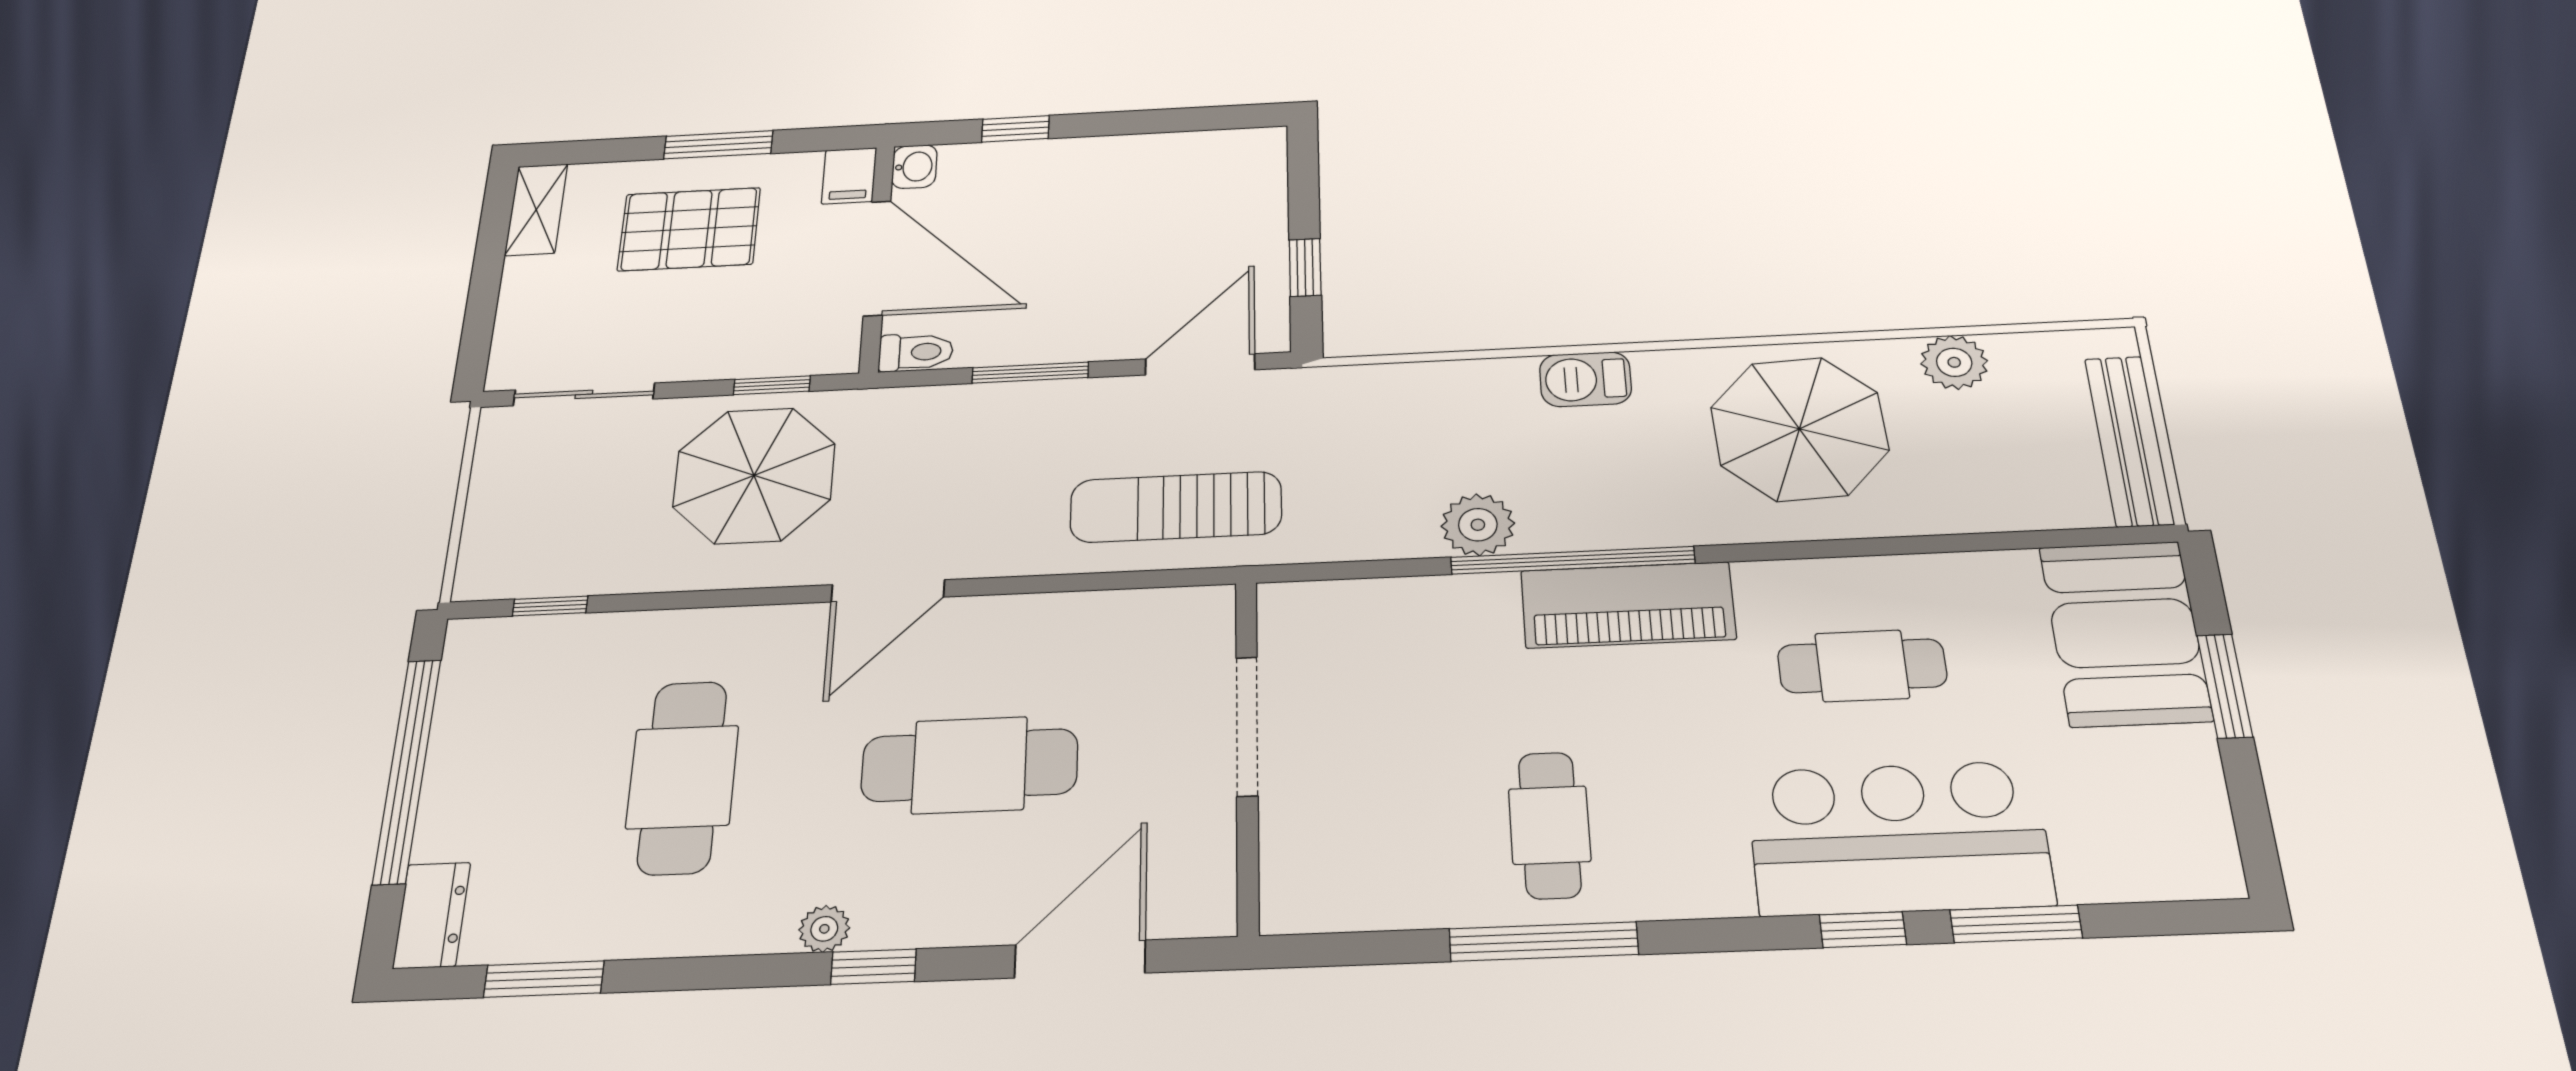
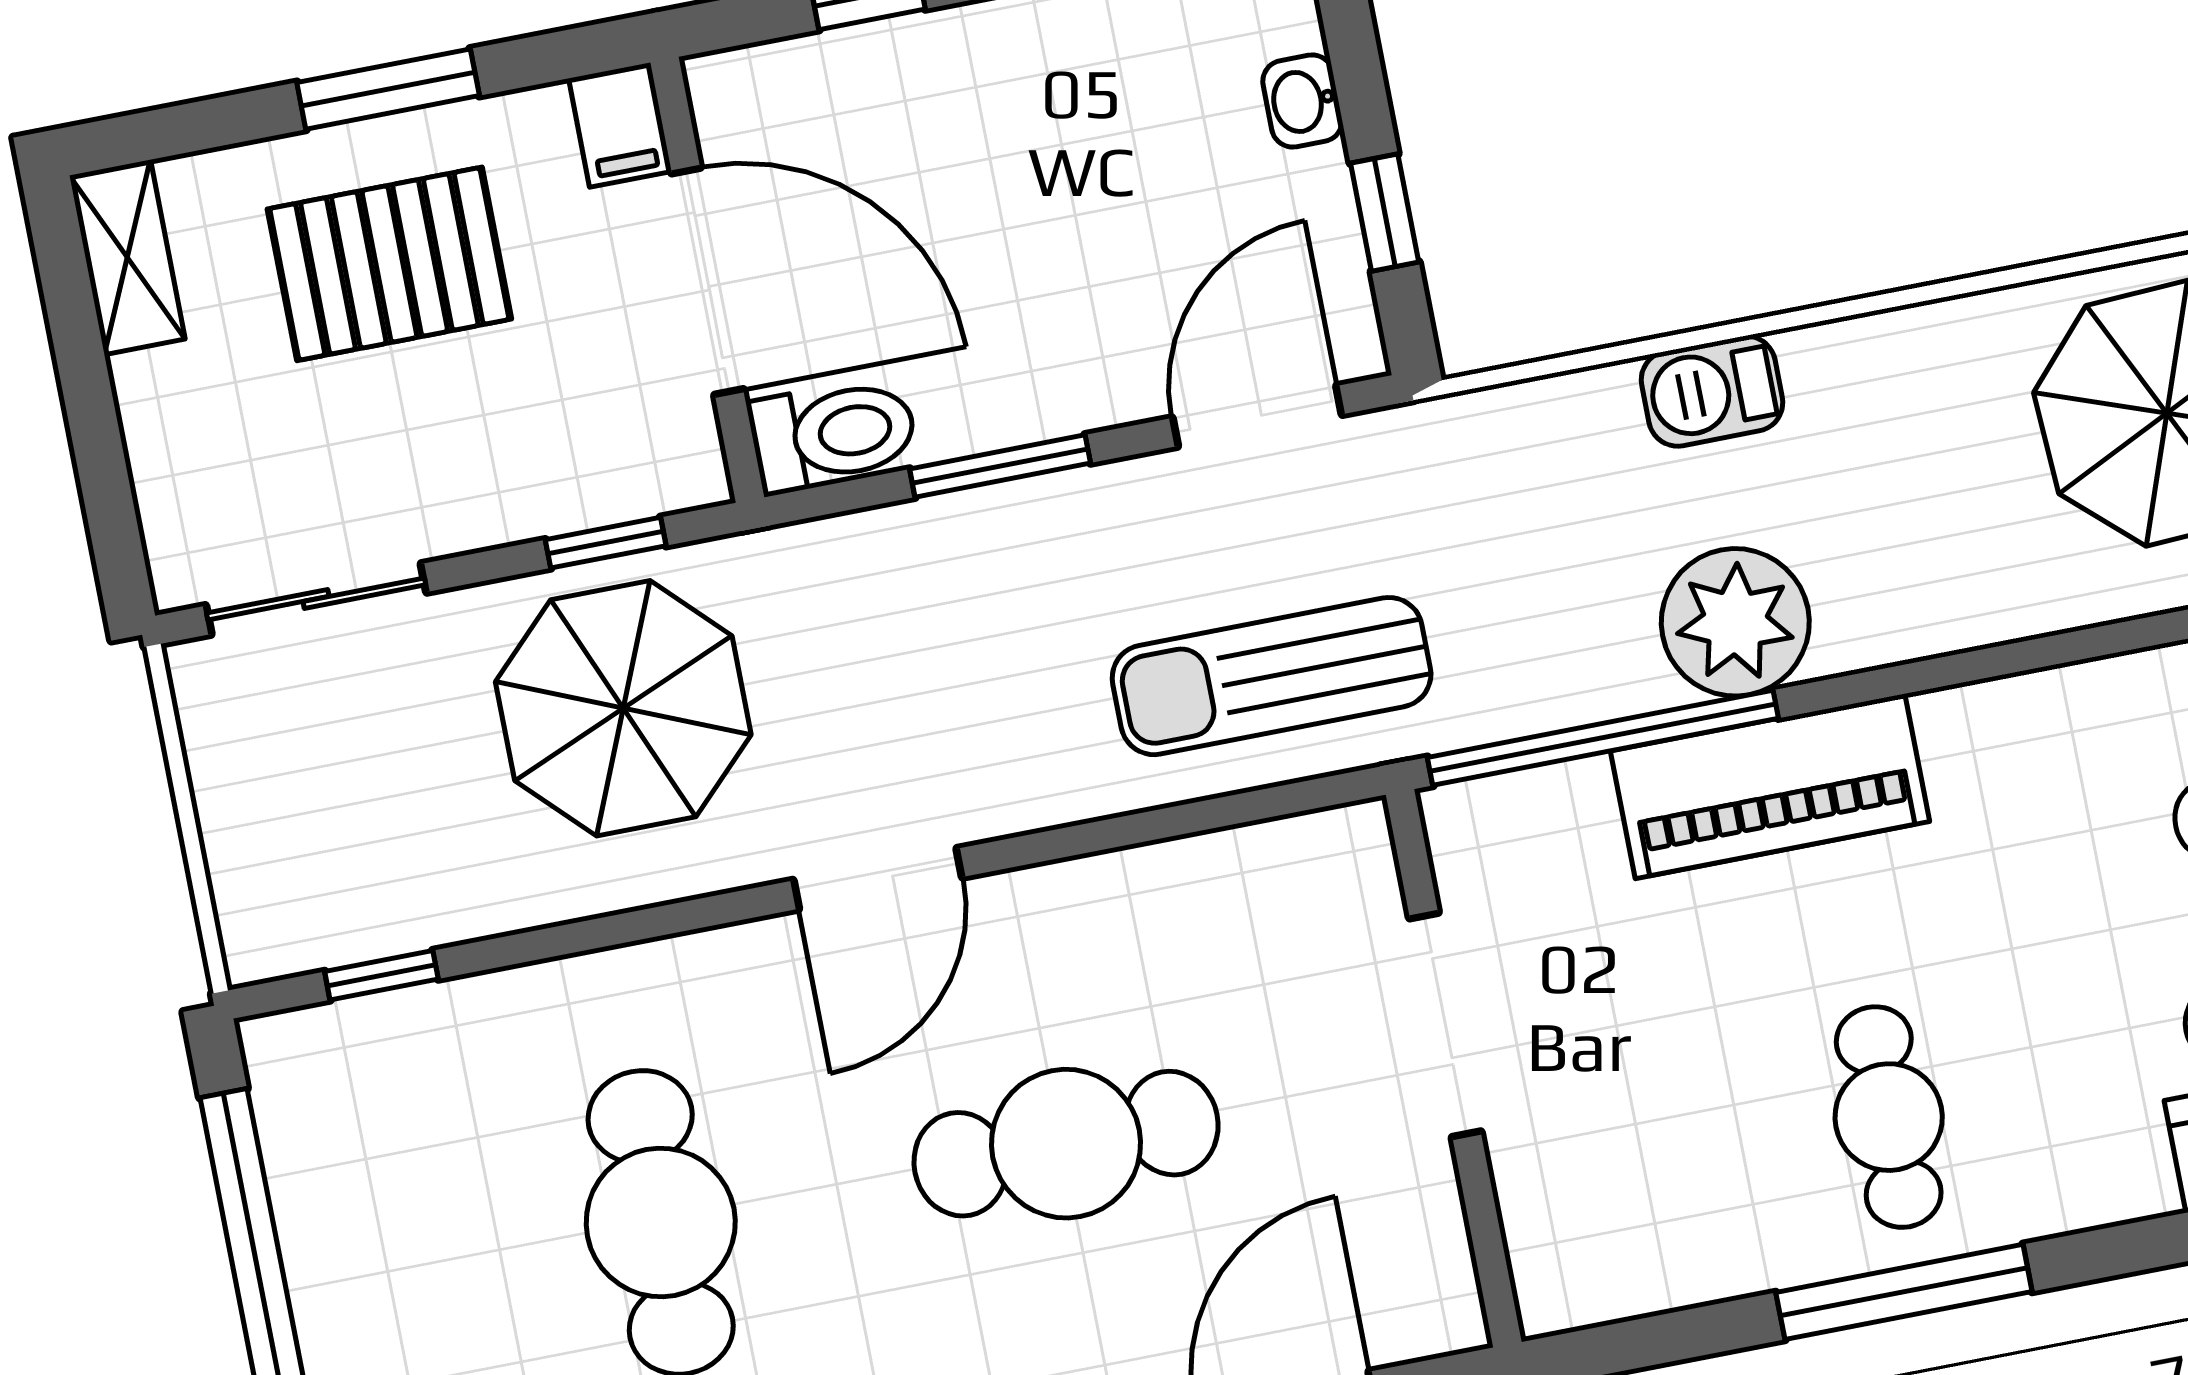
washbasin: (914, 167) -> (1302, 101), moved, turned 180
toilet: (916, 352) -> (833, 435), width x1.37, depth x1.39
barbecue: (1585, 379) -> (1712, 391), moved
plant: (1478, 525) -> (1735, 622), width x1.36, depth x1.36
window: (1573, 560) -> (1603, 738), moved
piano: (1628, 605) -> (1770, 786), moved

